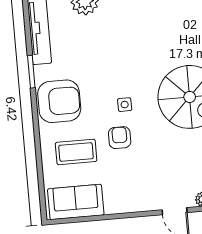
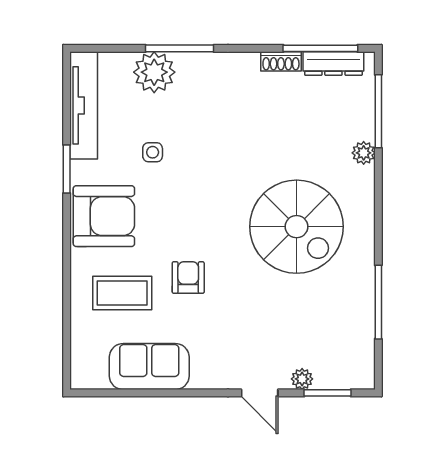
side table: (125, 105) -> (153, 152), moved
sofa: (76, 202) -> (149, 367), moved

